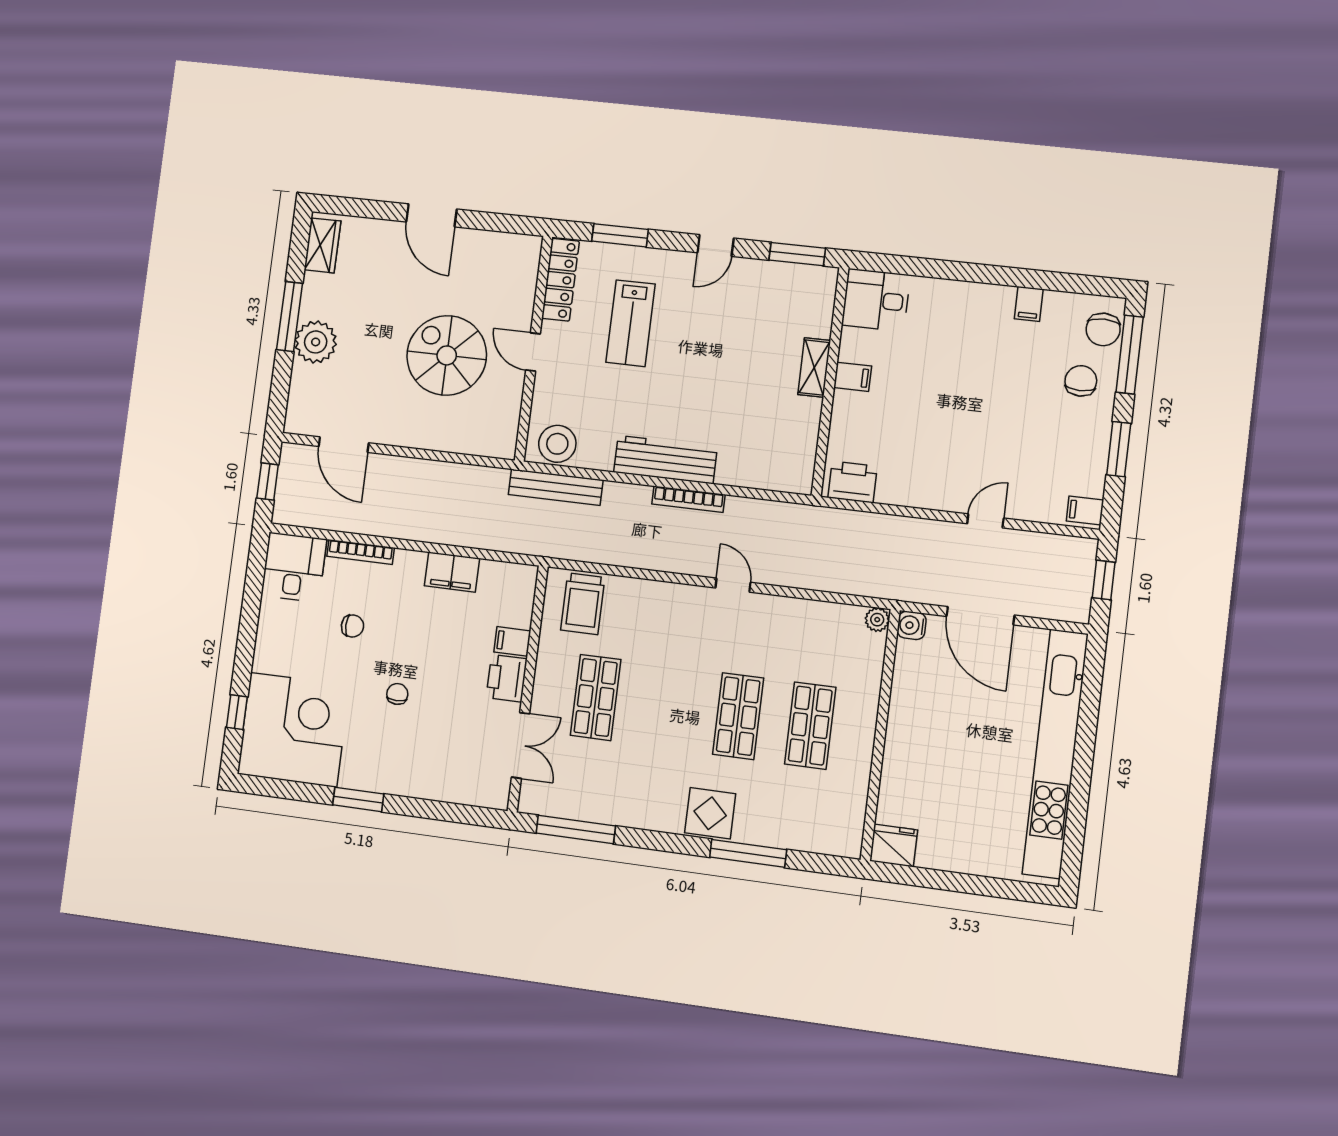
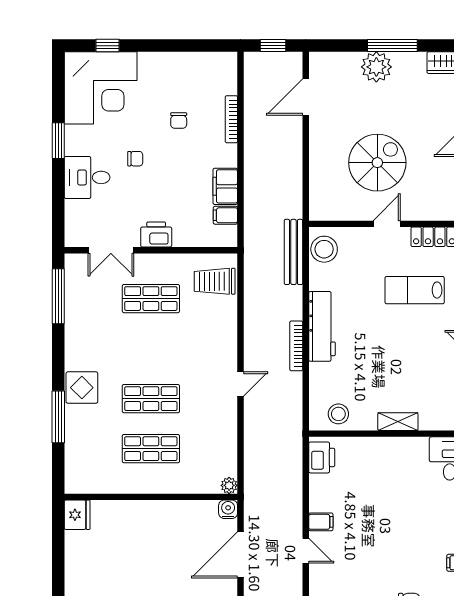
filing cabinet: (853, 377) -> (321, 522), moved, turned -90
stool: (793, 451) -> (338, 414), added
desk: (294, 567) -> (87, 177), moved, turned 180
filing cabinet: (512, 641) -> (225, 215), moved, turned -90

